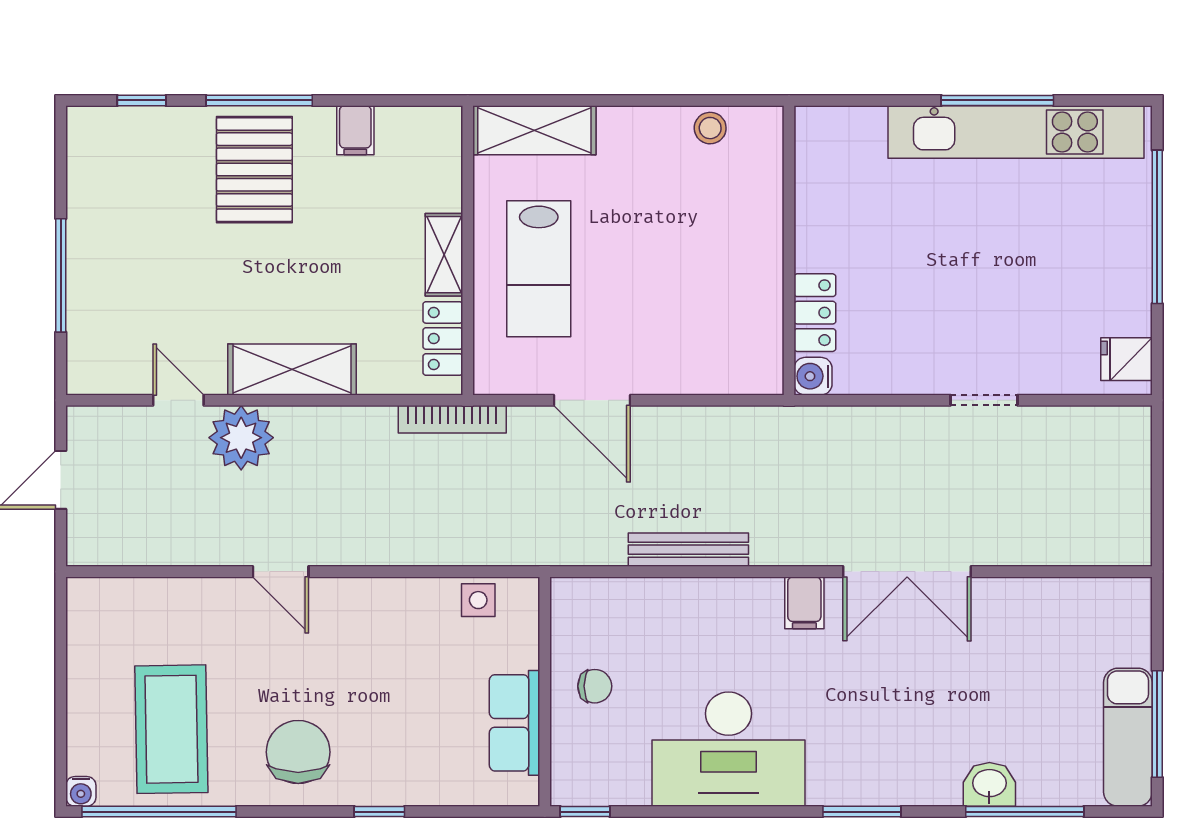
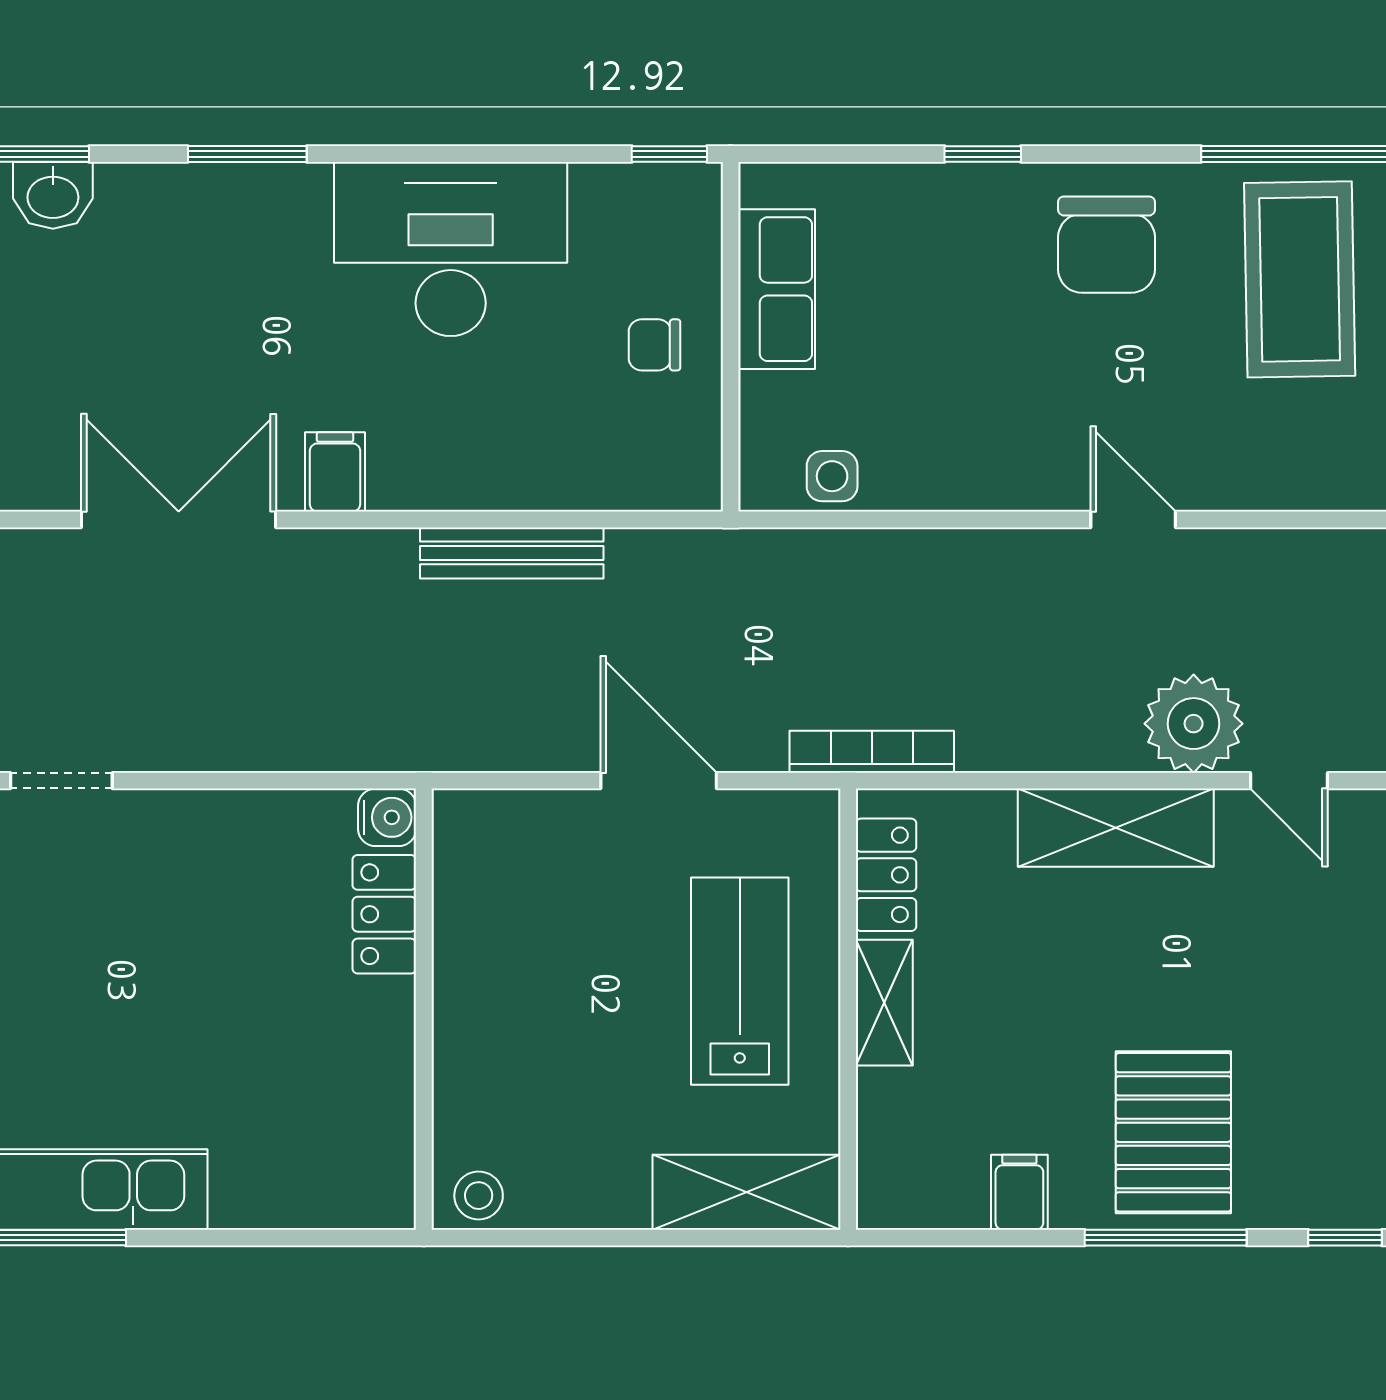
wall: (789, 250) -> (424, 1009), moved
locker: (815, 313) -> (384, 914), moved
water cooler: (813, 376) -> (387, 817), moved

